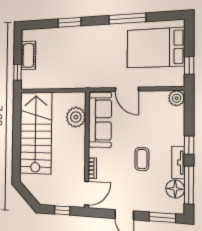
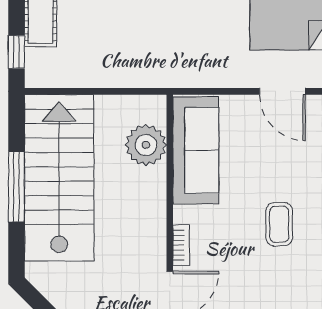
door: (127, 89) -> (282, 91), moved
window: (17, 137) -> (16, 187), added

